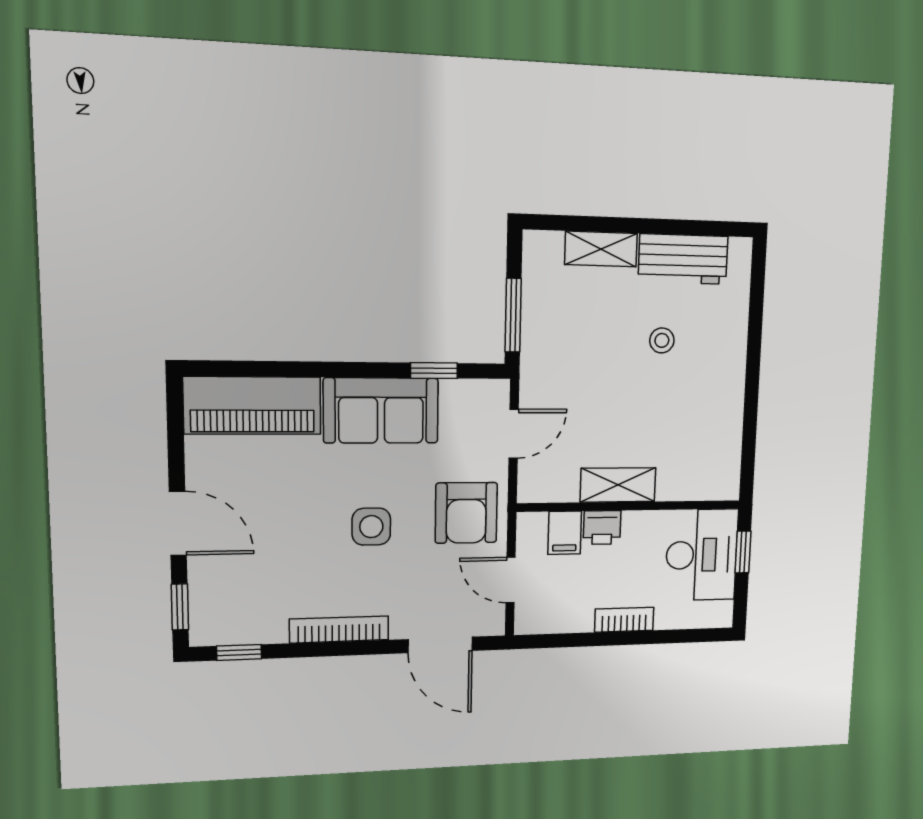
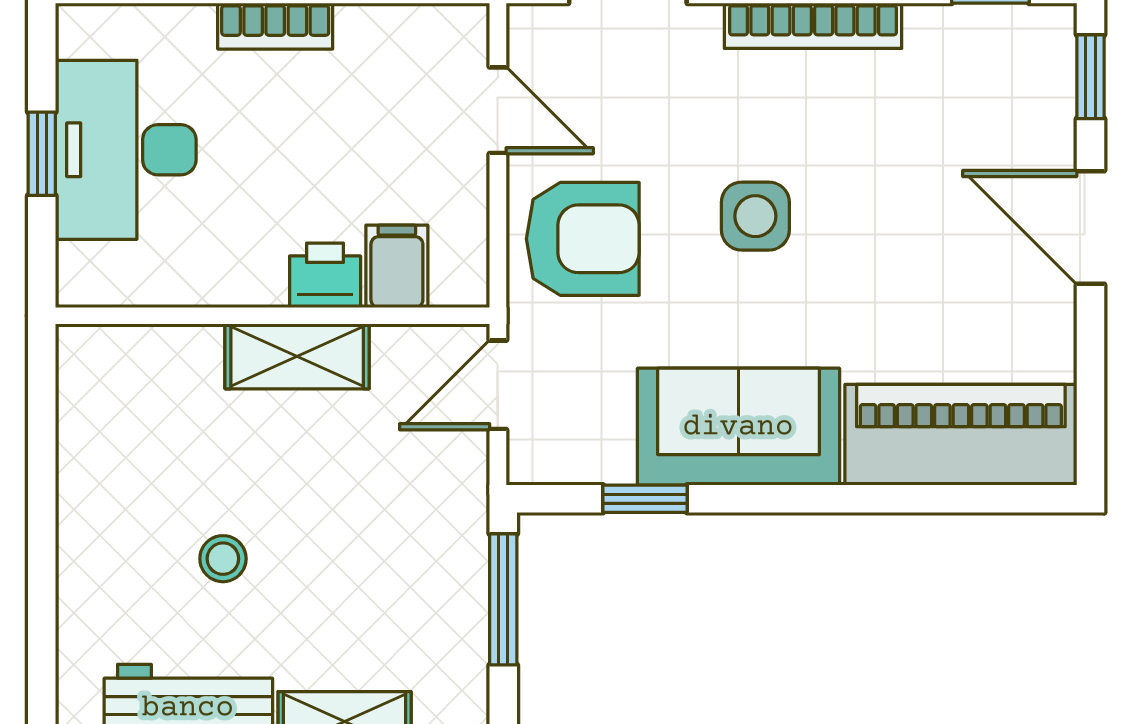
shelving: (618, 485) -> (297, 356), moved
wall: (630, 506) -> (273, 316), moved
armchair: (466, 513) -> (583, 239), turned 90
printer: (602, 527) -> (325, 275), moved
filing cabinet: (565, 533) -> (397, 266), moved

